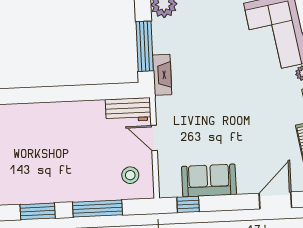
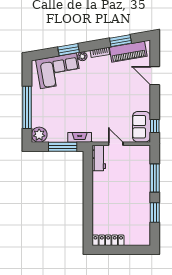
door: (154, 138) -> (116, 144), swing flipped
stool: (130, 175) -> (136, 158), removed
sofa: (209, 180) -> (142, 127), moved

